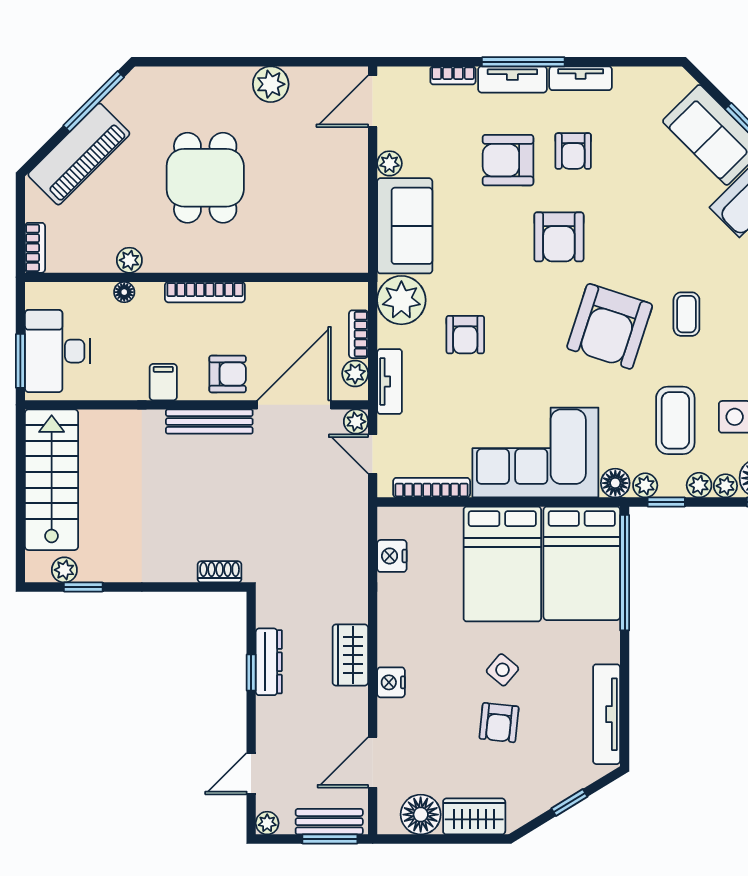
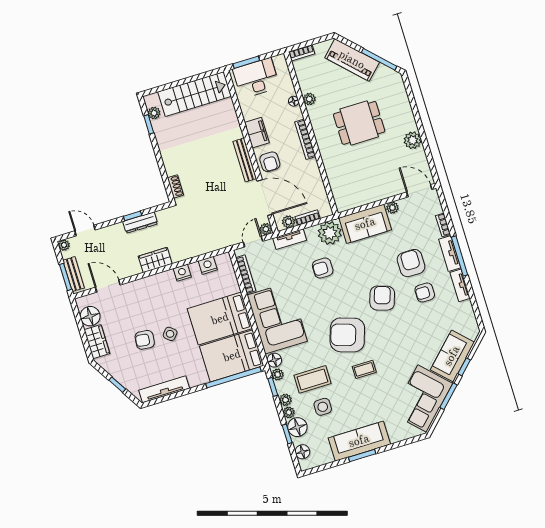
armchair: (559, 237) -> (382, 298), turned 108
filing cabinet: (163, 382) -> (257, 133), width x2.00
nightstand: (391, 682) -> (182, 273), moved

